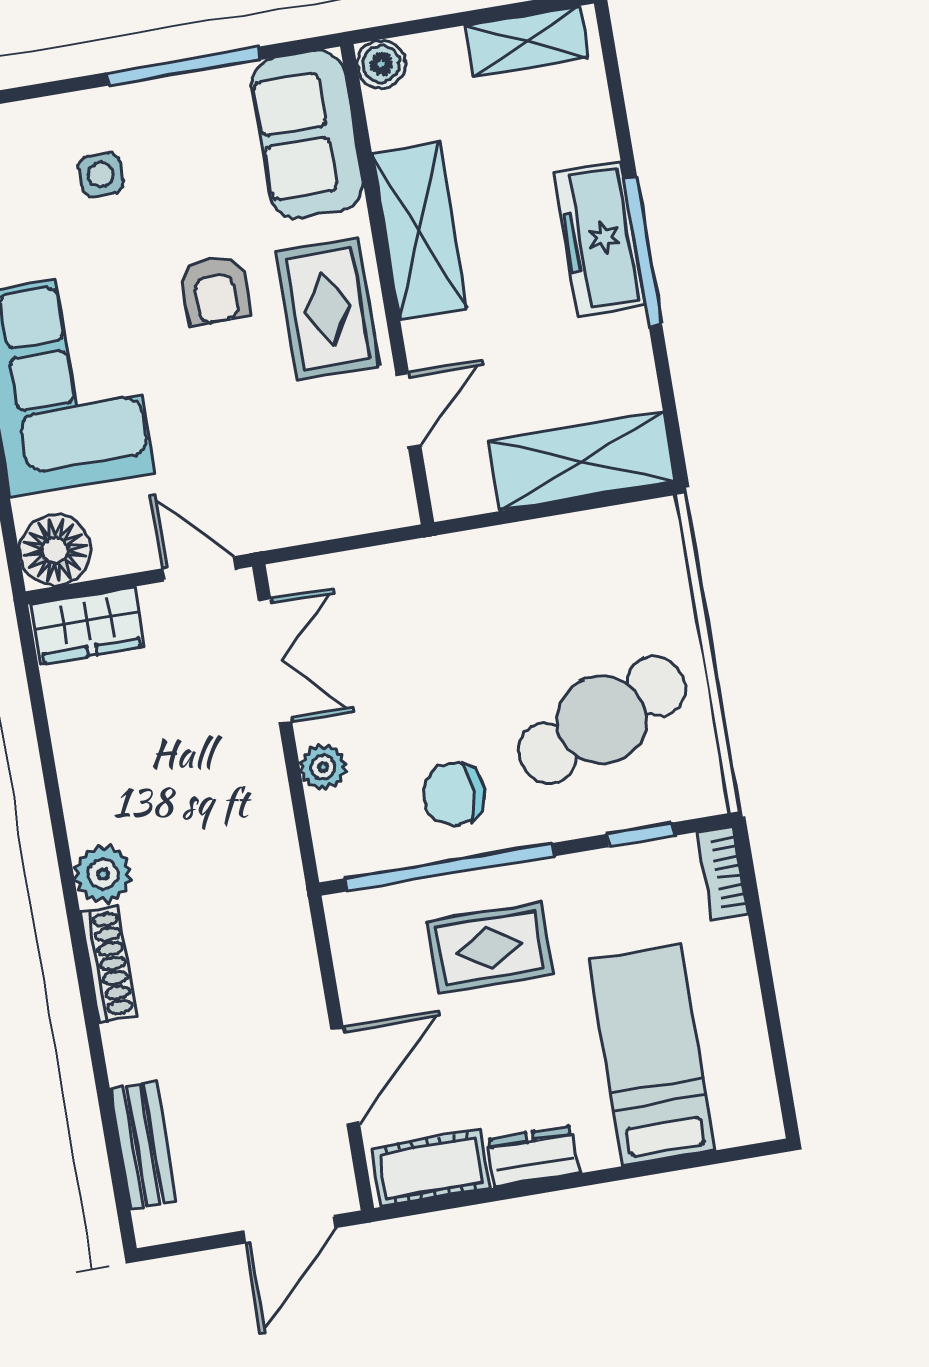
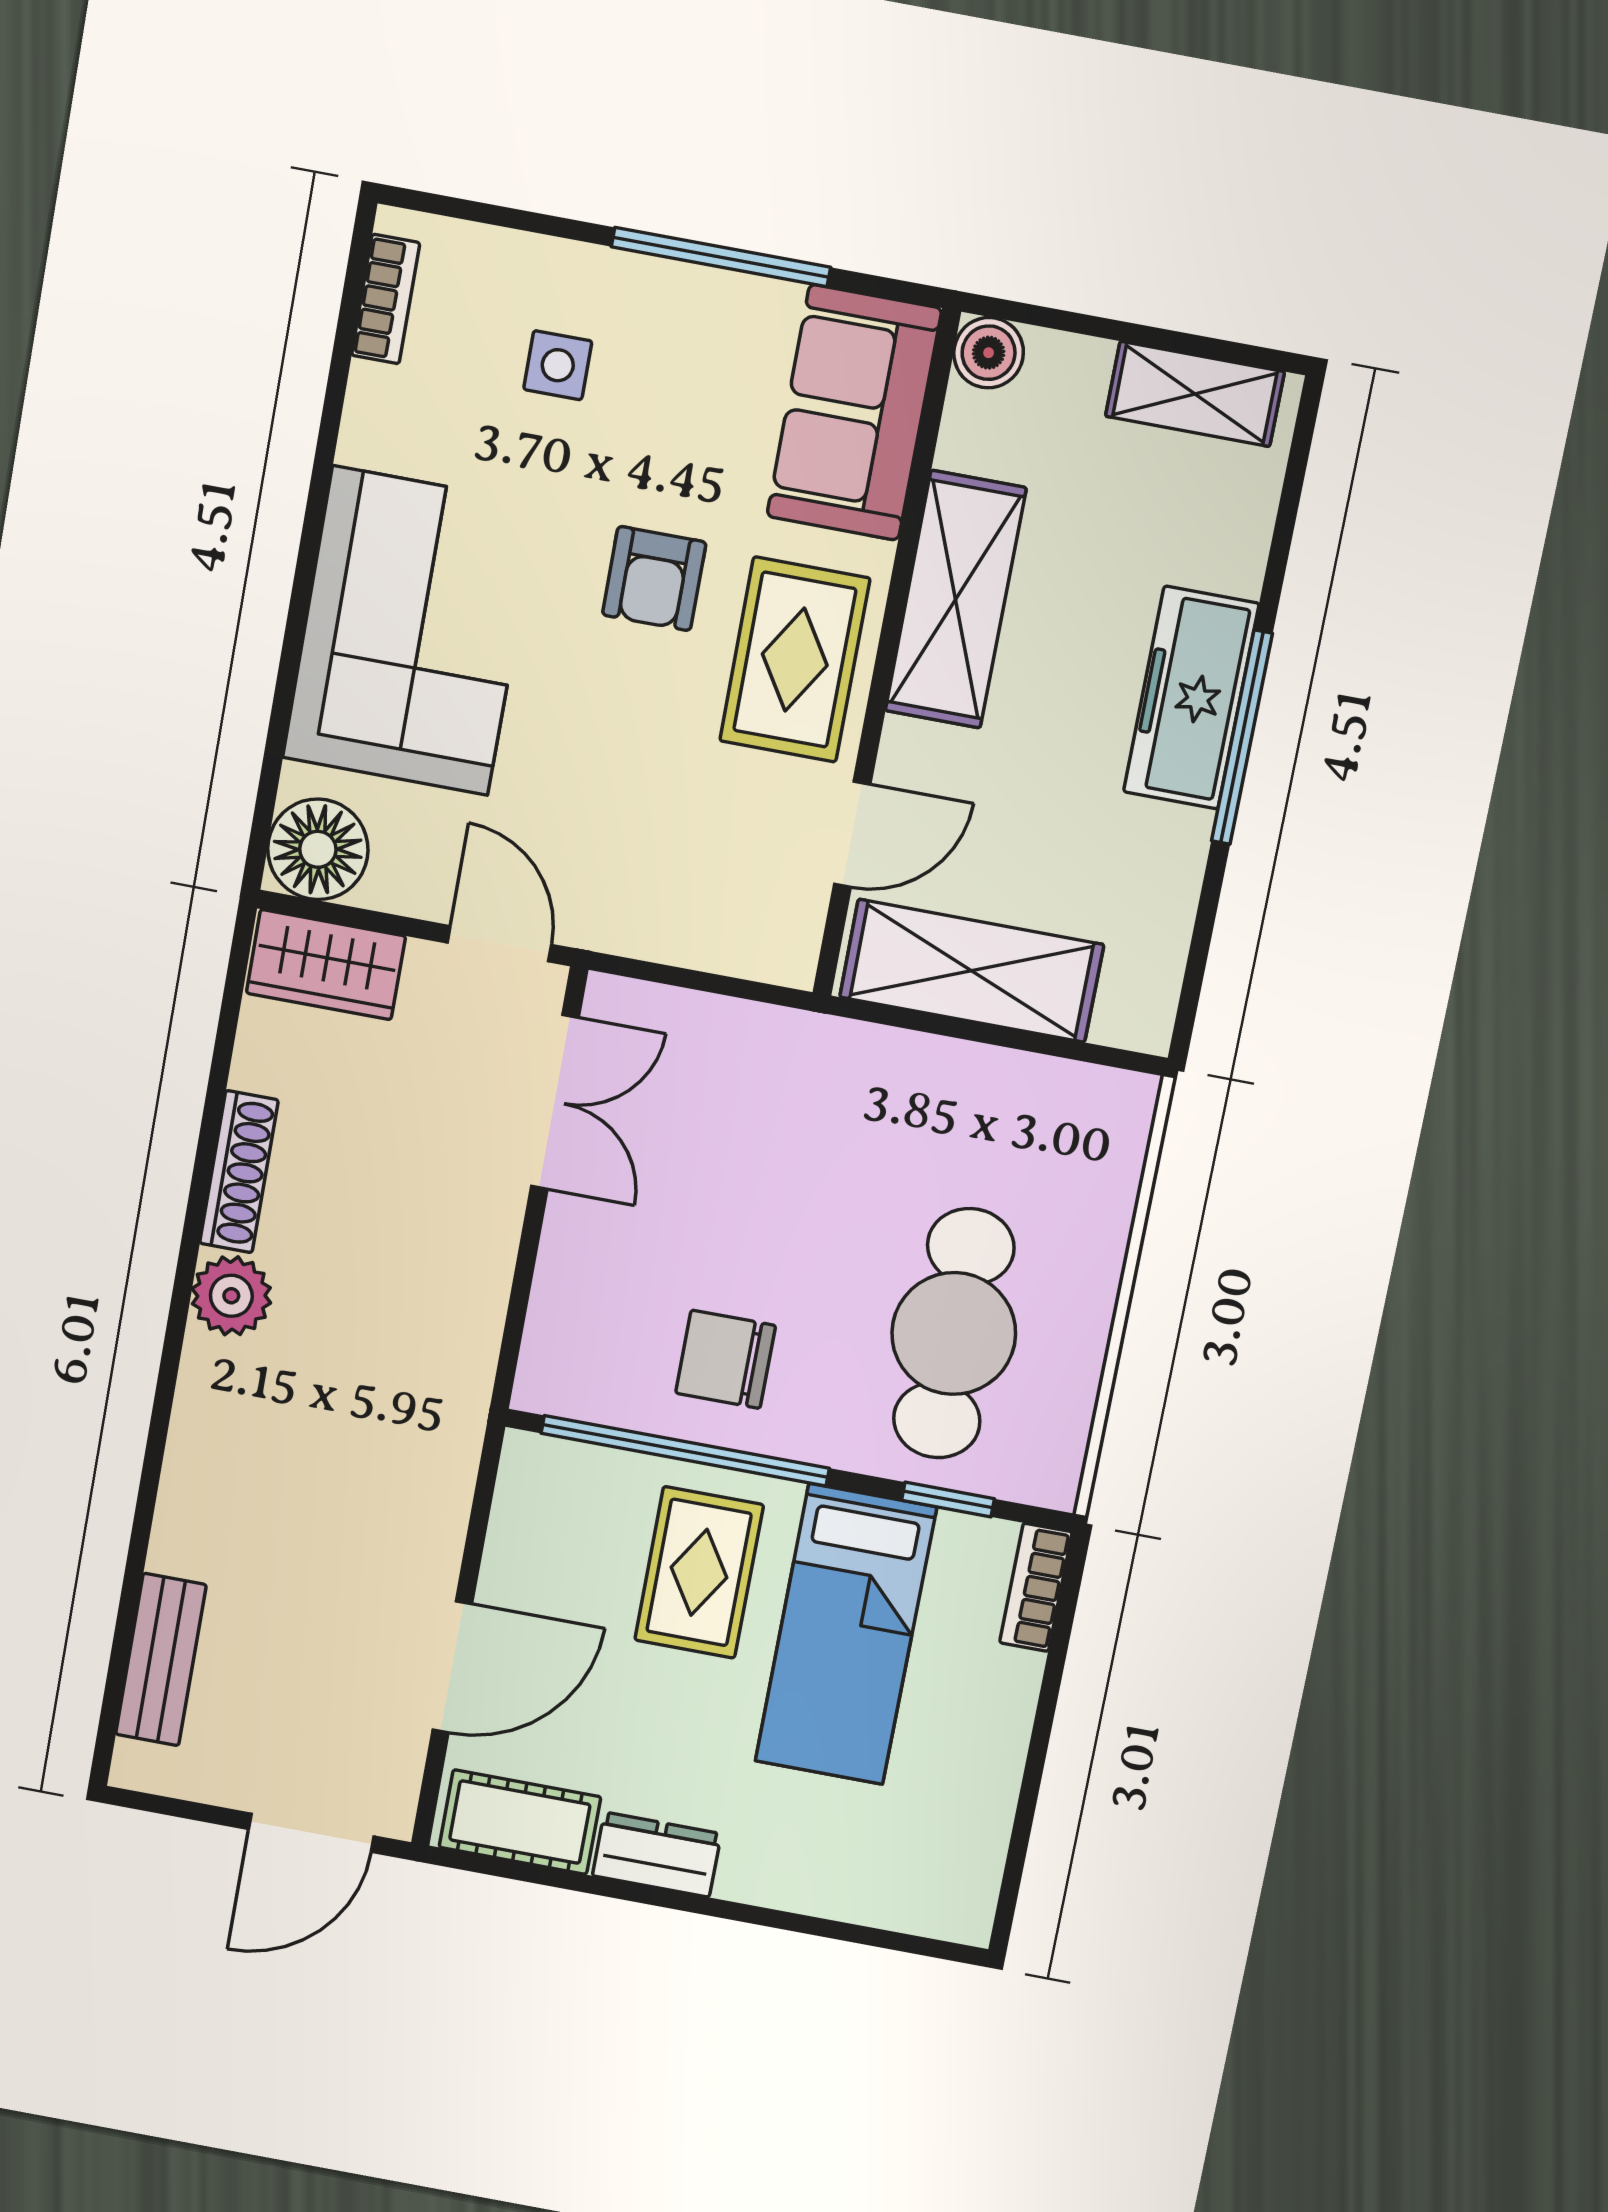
shelving: (581, 461) -> (972, 971), moved
cafe table: (602, 720) -> (954, 1334), turned -68
plant: (323, 767) -> (568, 1262), removed
rug: (490, 948) -> (699, 1572), turned 90
shoe rack: (108, 964) -> (239, 1172), moved
bed: (651, 1055) -> (846, 1634), moved, turned 180

